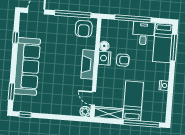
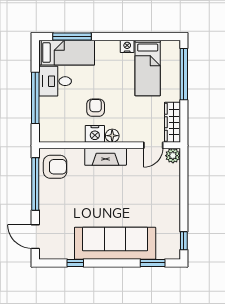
floor lamp: (104, 46) -> (112, 136), moved
bed: (133, 101) -> (148, 68), moved, turned -90

